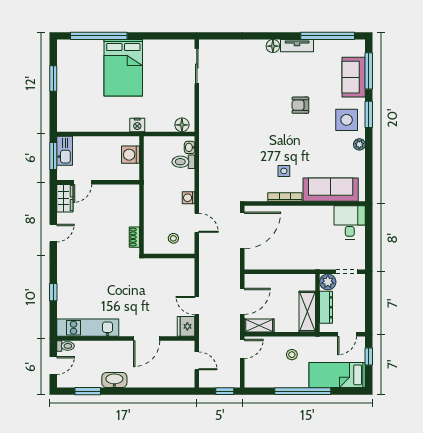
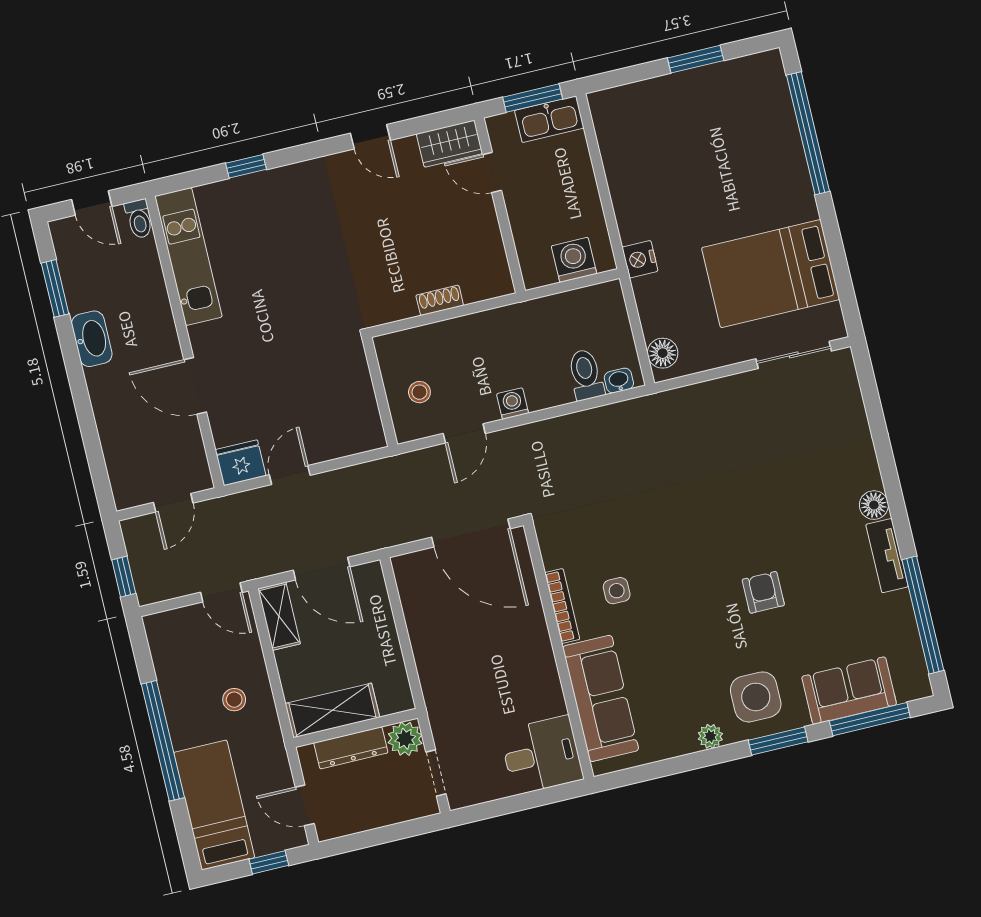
bed: (123, 68) -> (771, 274), moved
shoe rack: (134, 237) -> (440, 300), moved

